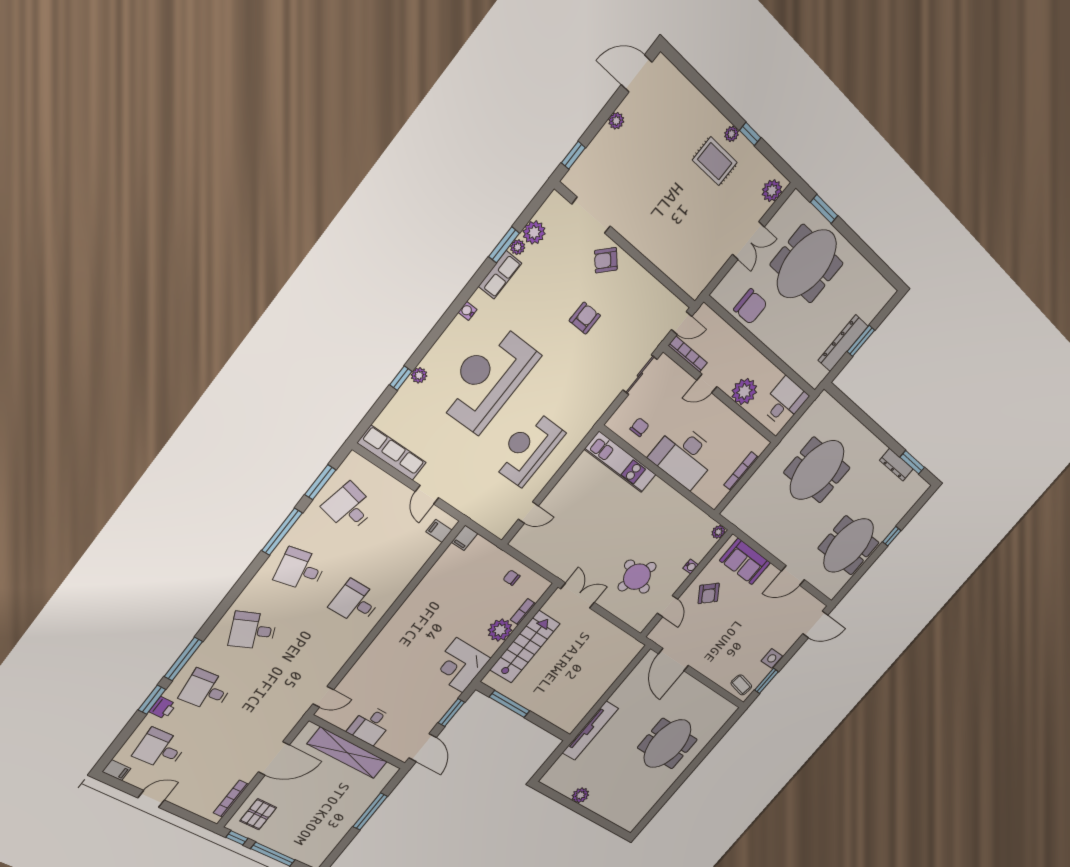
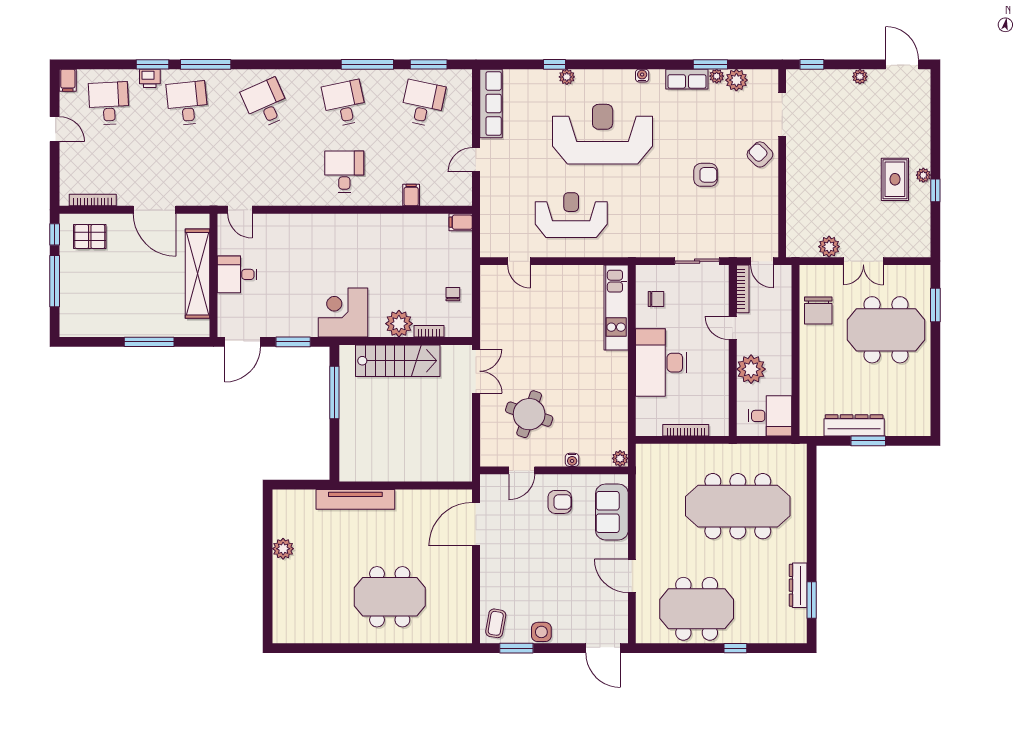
plant: (772, 191) -> (829, 247), moved
meeting table: (817, 470) -> (738, 506), width x1.36
filing cabinet: (439, 531) -> (411, 195), moved
armchair: (709, 593) -> (560, 502), turned -141

